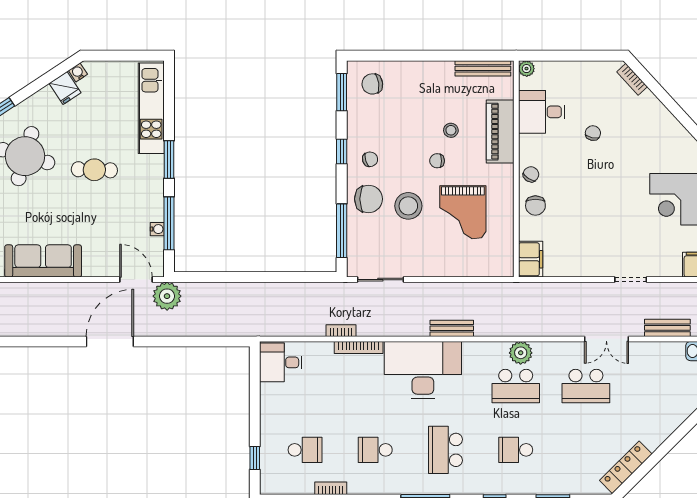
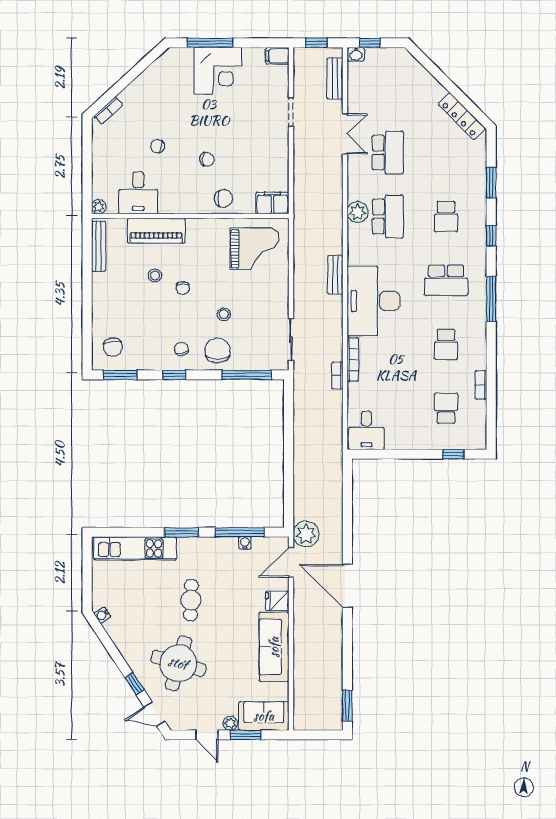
fridge: (65, 88) -> (277, 601), moved, turned -147
chair: (531, 174) -> (207, 159), moved, turned 148
stool: (408, 206) -> (224, 314), width x0.53, depth x0.53
grand piano: (463, 212) -> (254, 249), moved

